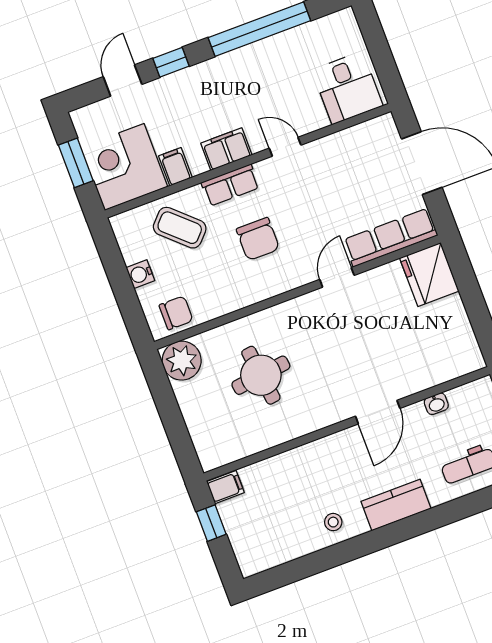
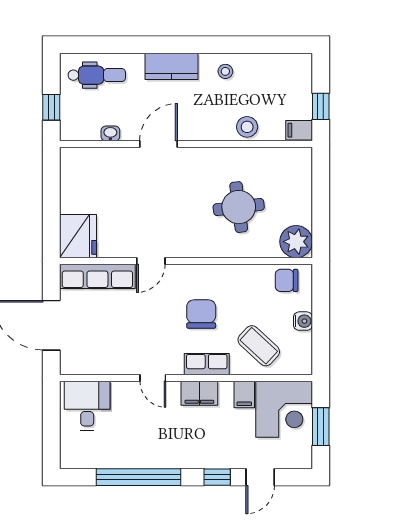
stool: (285, 469) -> (247, 127), added

